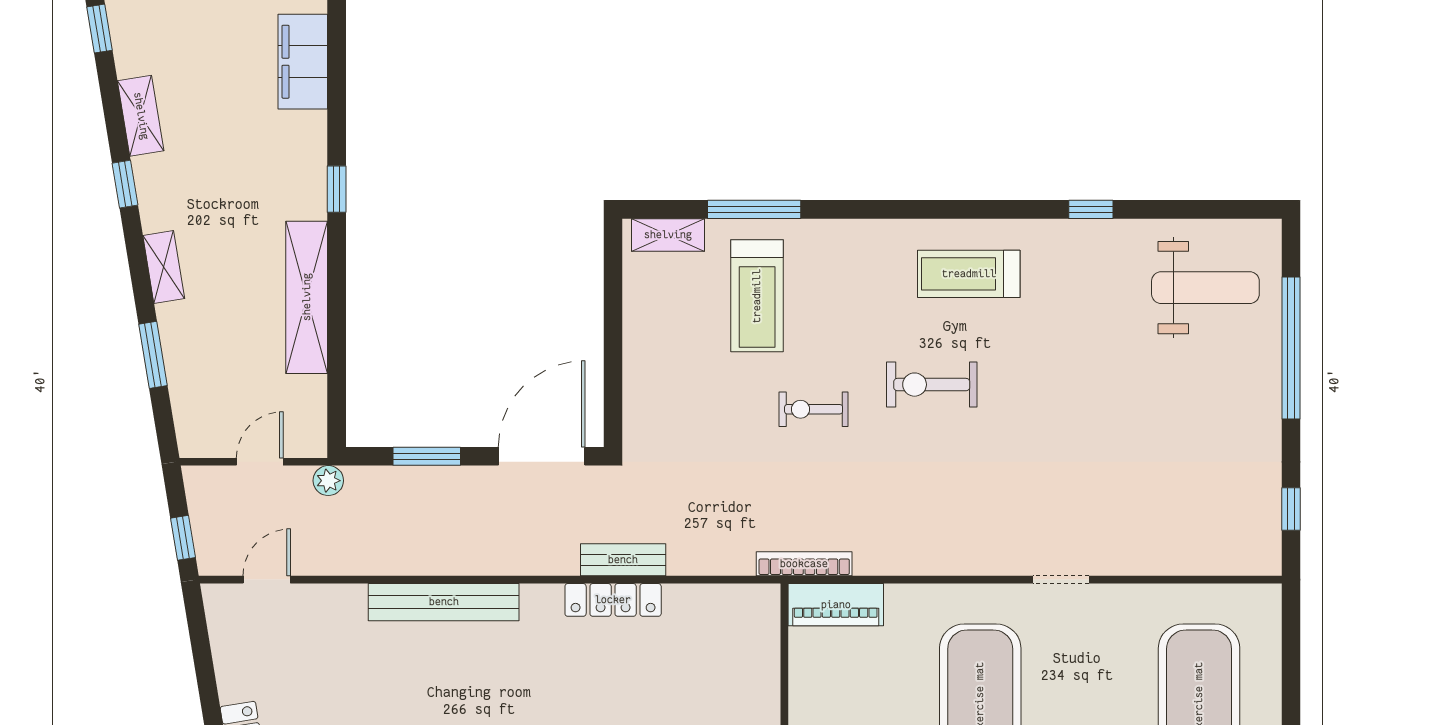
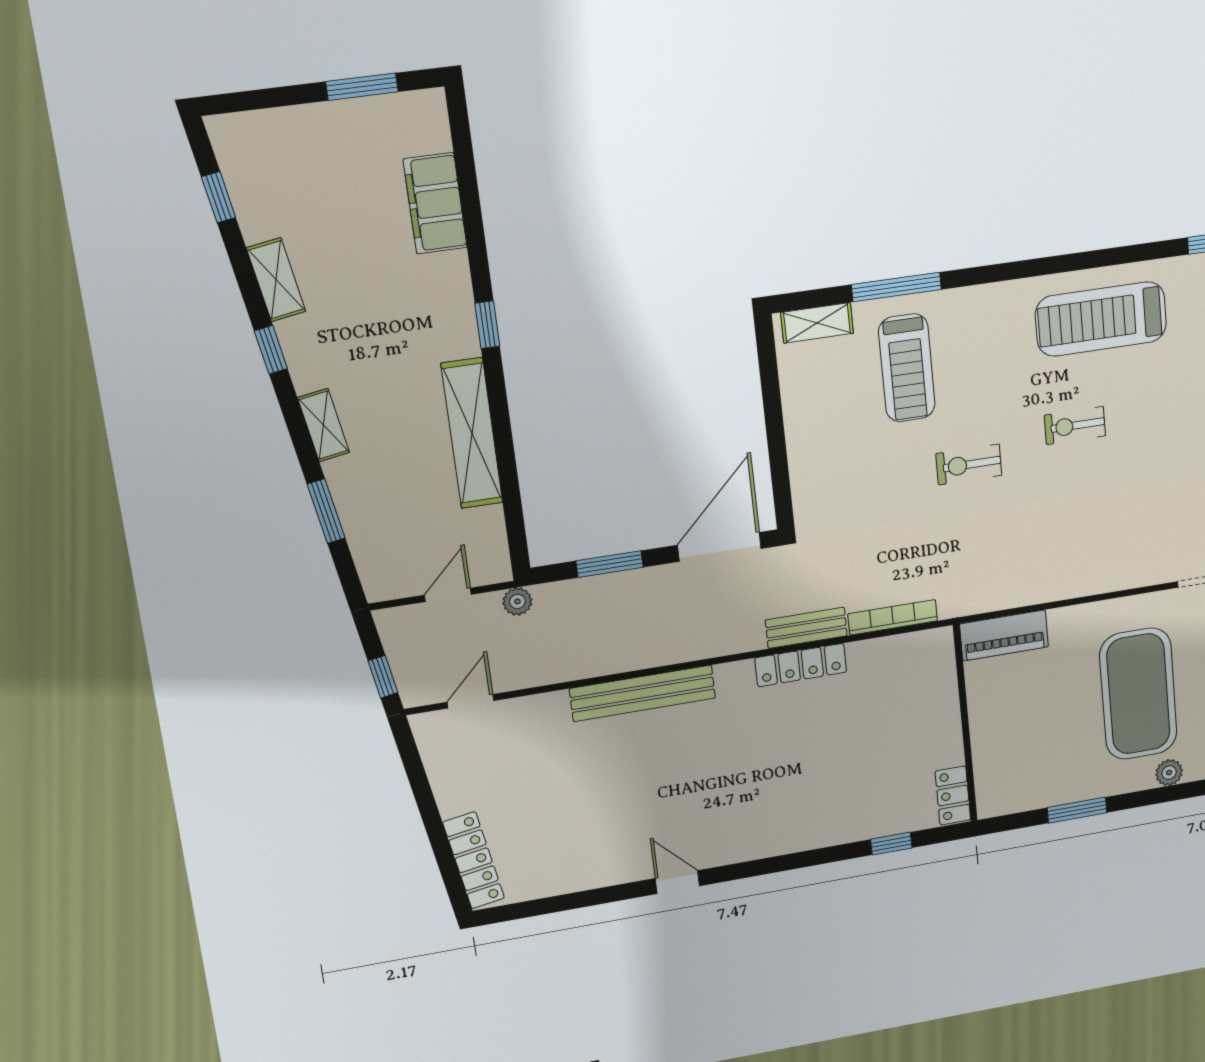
treadmill: (969, 274) -> (1101, 319), width x1.37, depth x1.38
exercise bike: (932, 385) -> (1075, 425), width x0.73, depth x0.72
bookcase: (804, 564) -> (893, 617), moved

